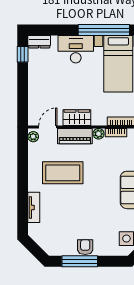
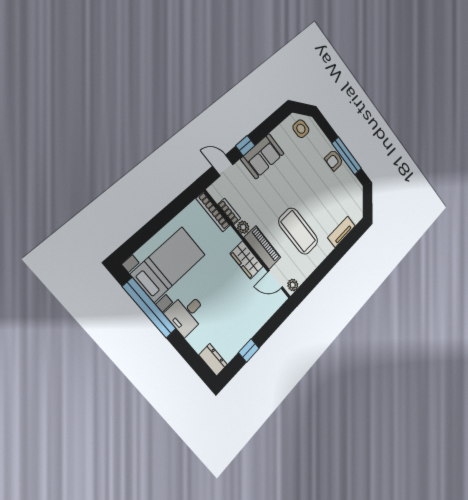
desk: (76, 49) -> (186, 314), width x0.73
window: (23, 54) -> (249, 350), moved

